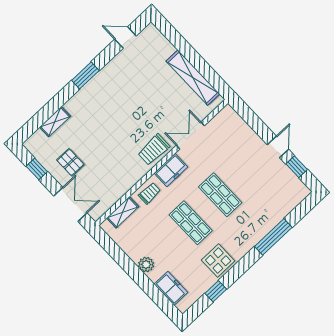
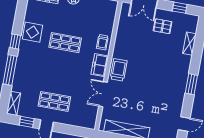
double door: (190, 136) -> (103, 94), swing flipped
shop shelf: (220, 195) -> (54, 101), moved
shelving: (123, 212) -> (14, 103), moved
window: (216, 291) -> (15, 42), moved

